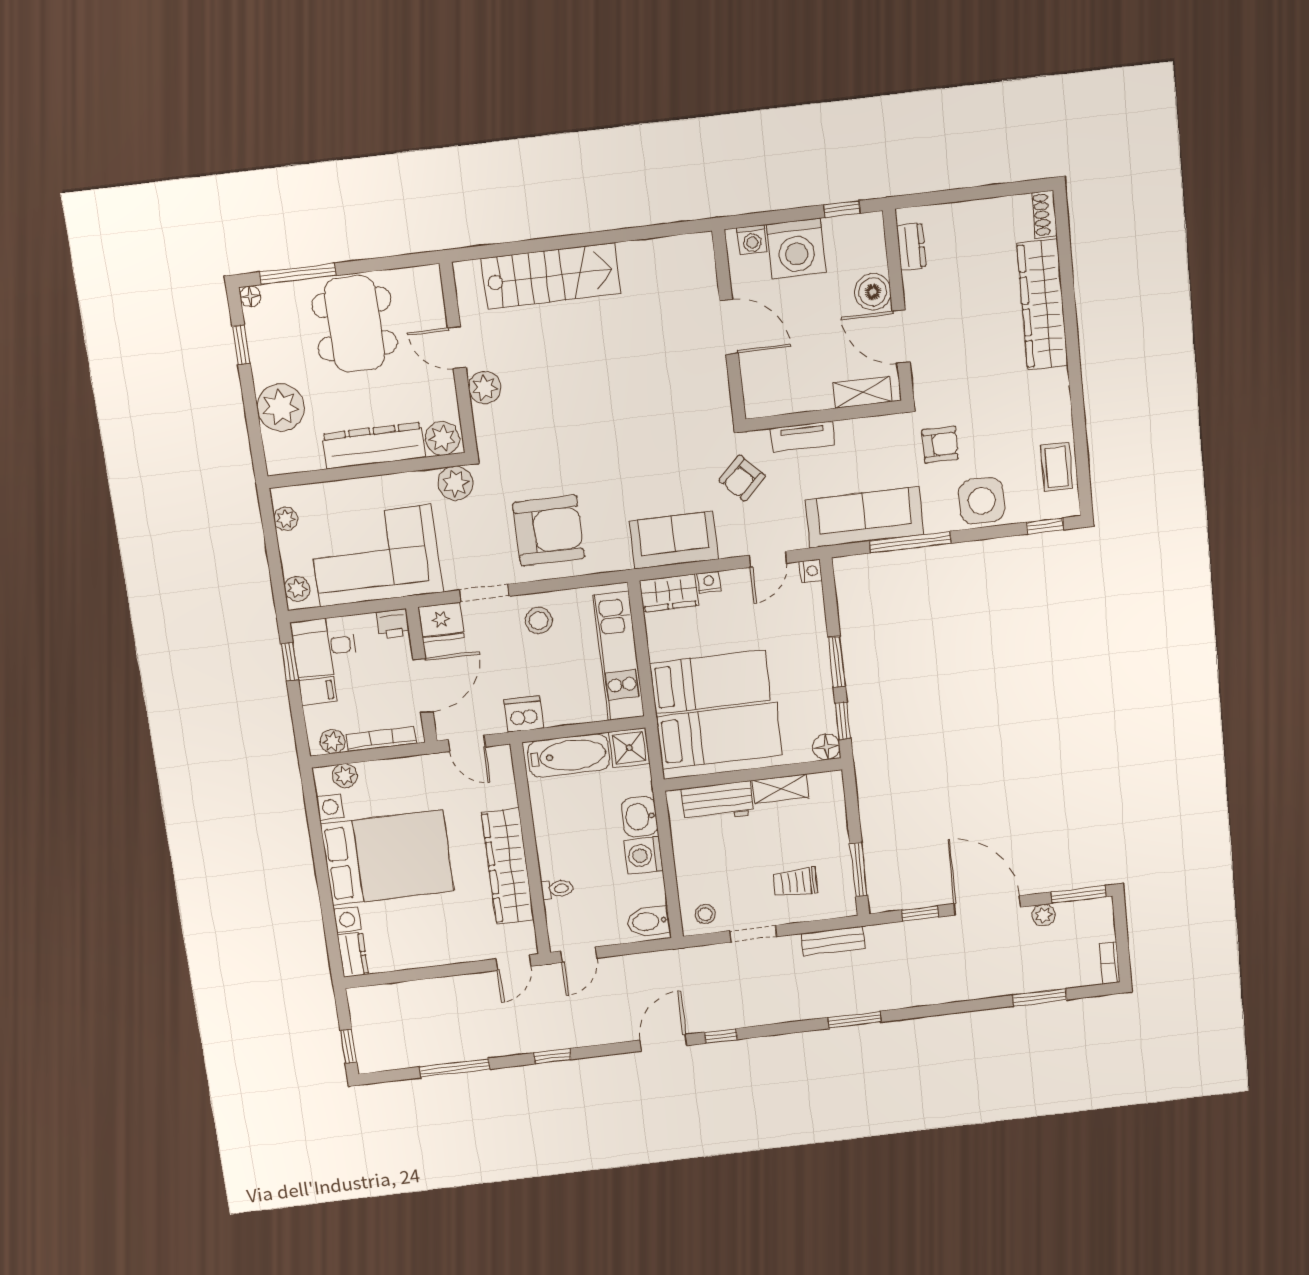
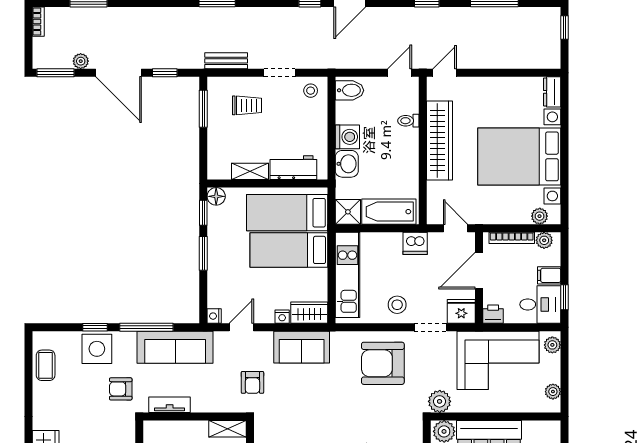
shelving: (863, 392) -> (228, 429), moved
tv unit: (802, 437) -> (170, 405), moved
armchair: (742, 478) -> (252, 382), turned 134
window: (1045, 526) -> (95, 327), moved

